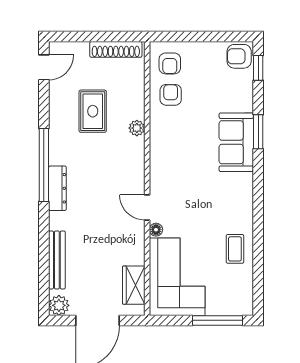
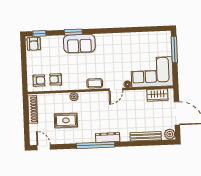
coffee table: (235, 249) -> (95, 83), moved

